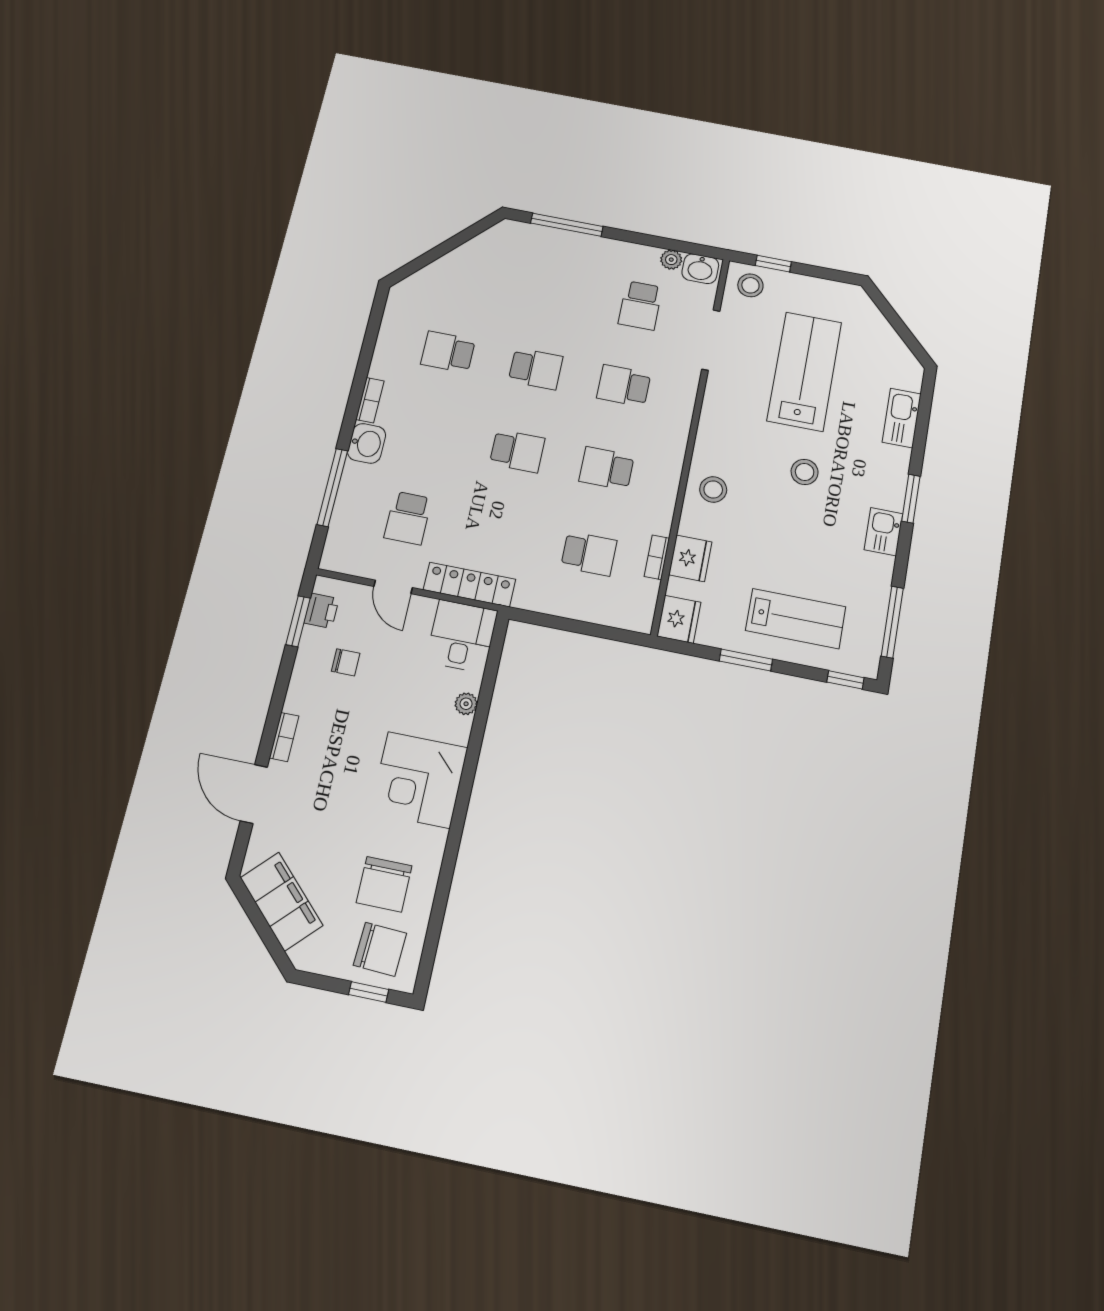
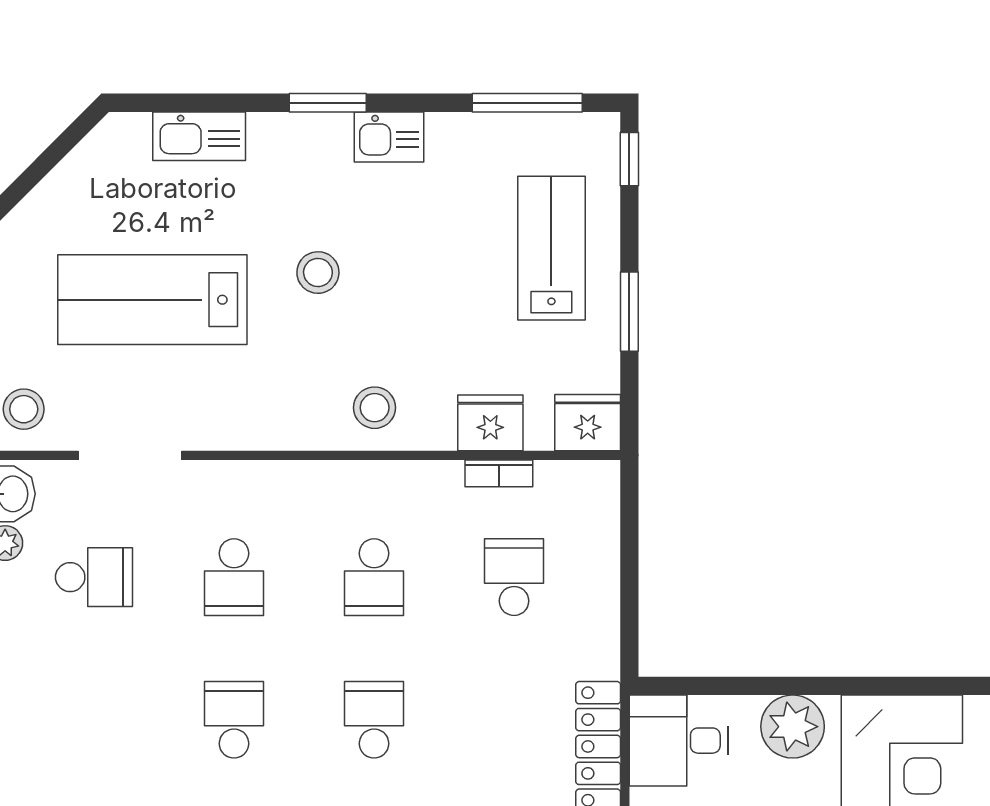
plant: (466, 704) -> (793, 727), width x1.87, depth x1.87

